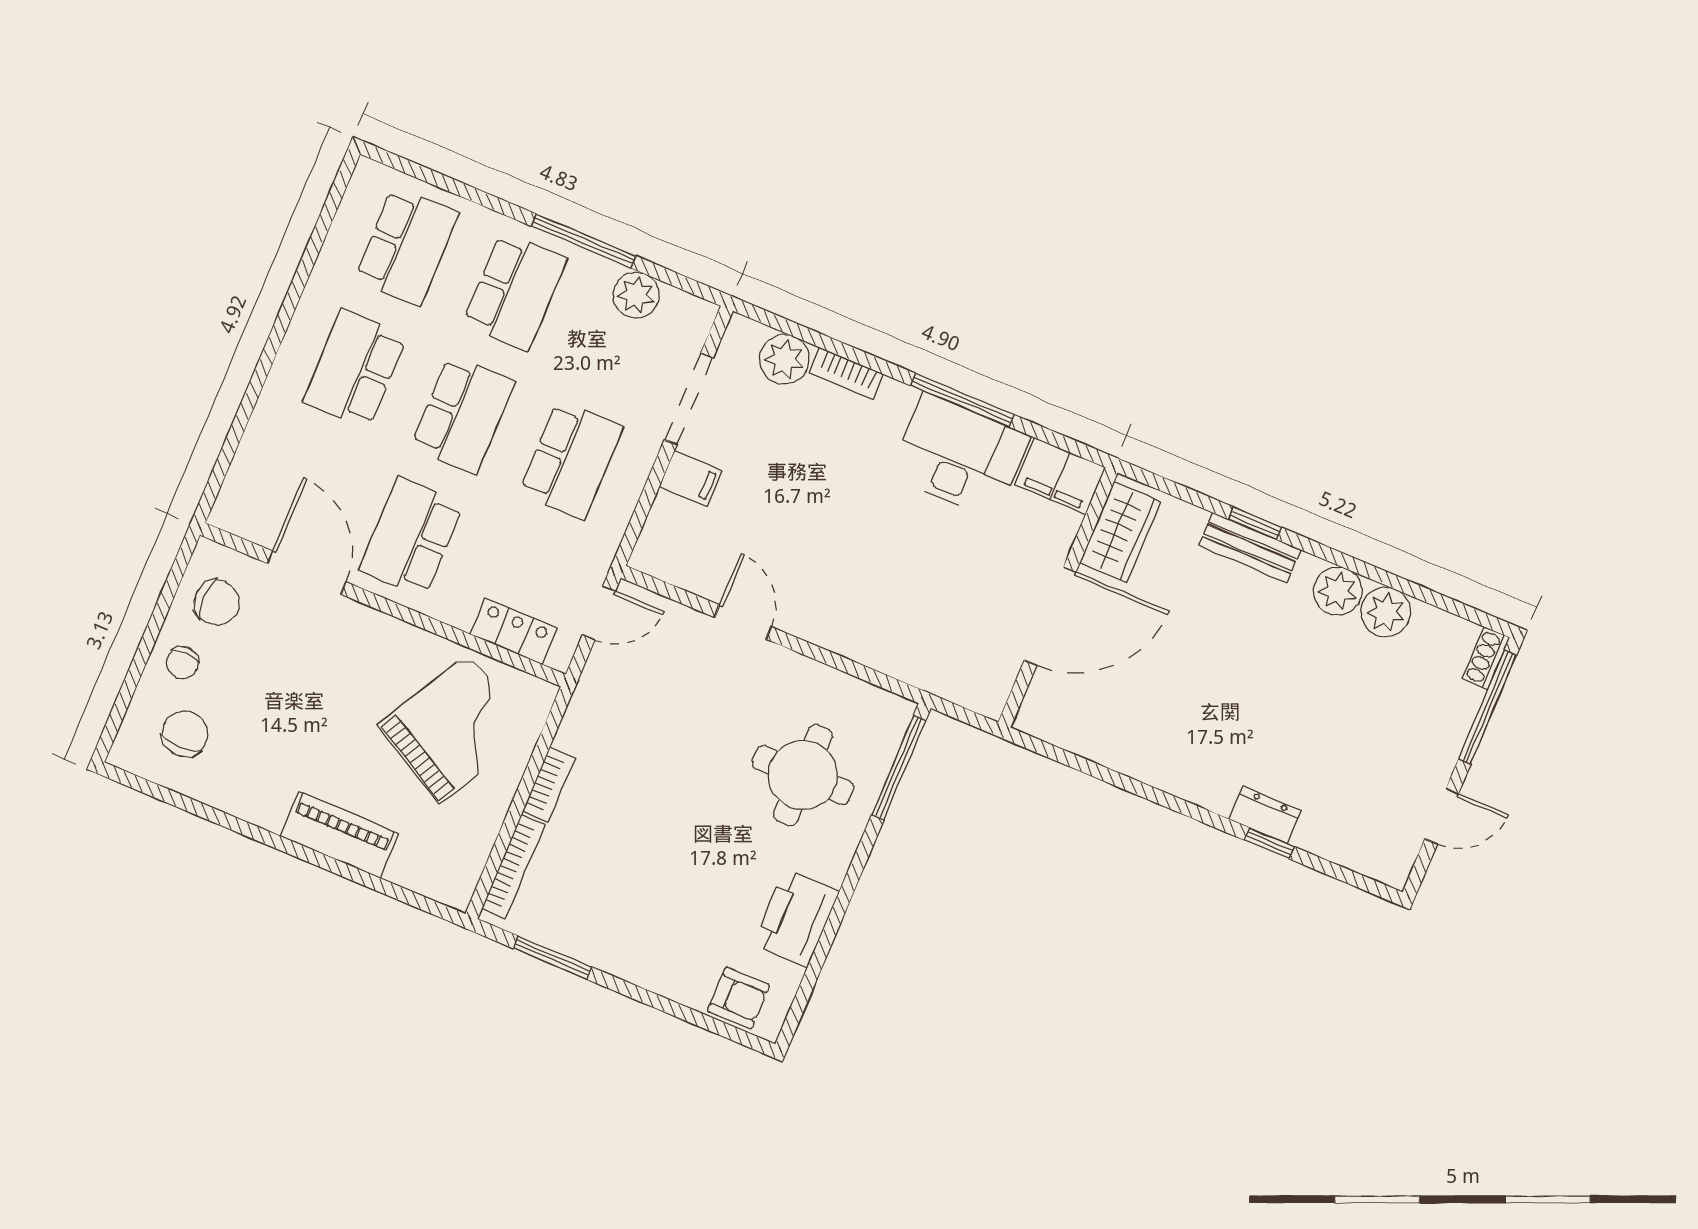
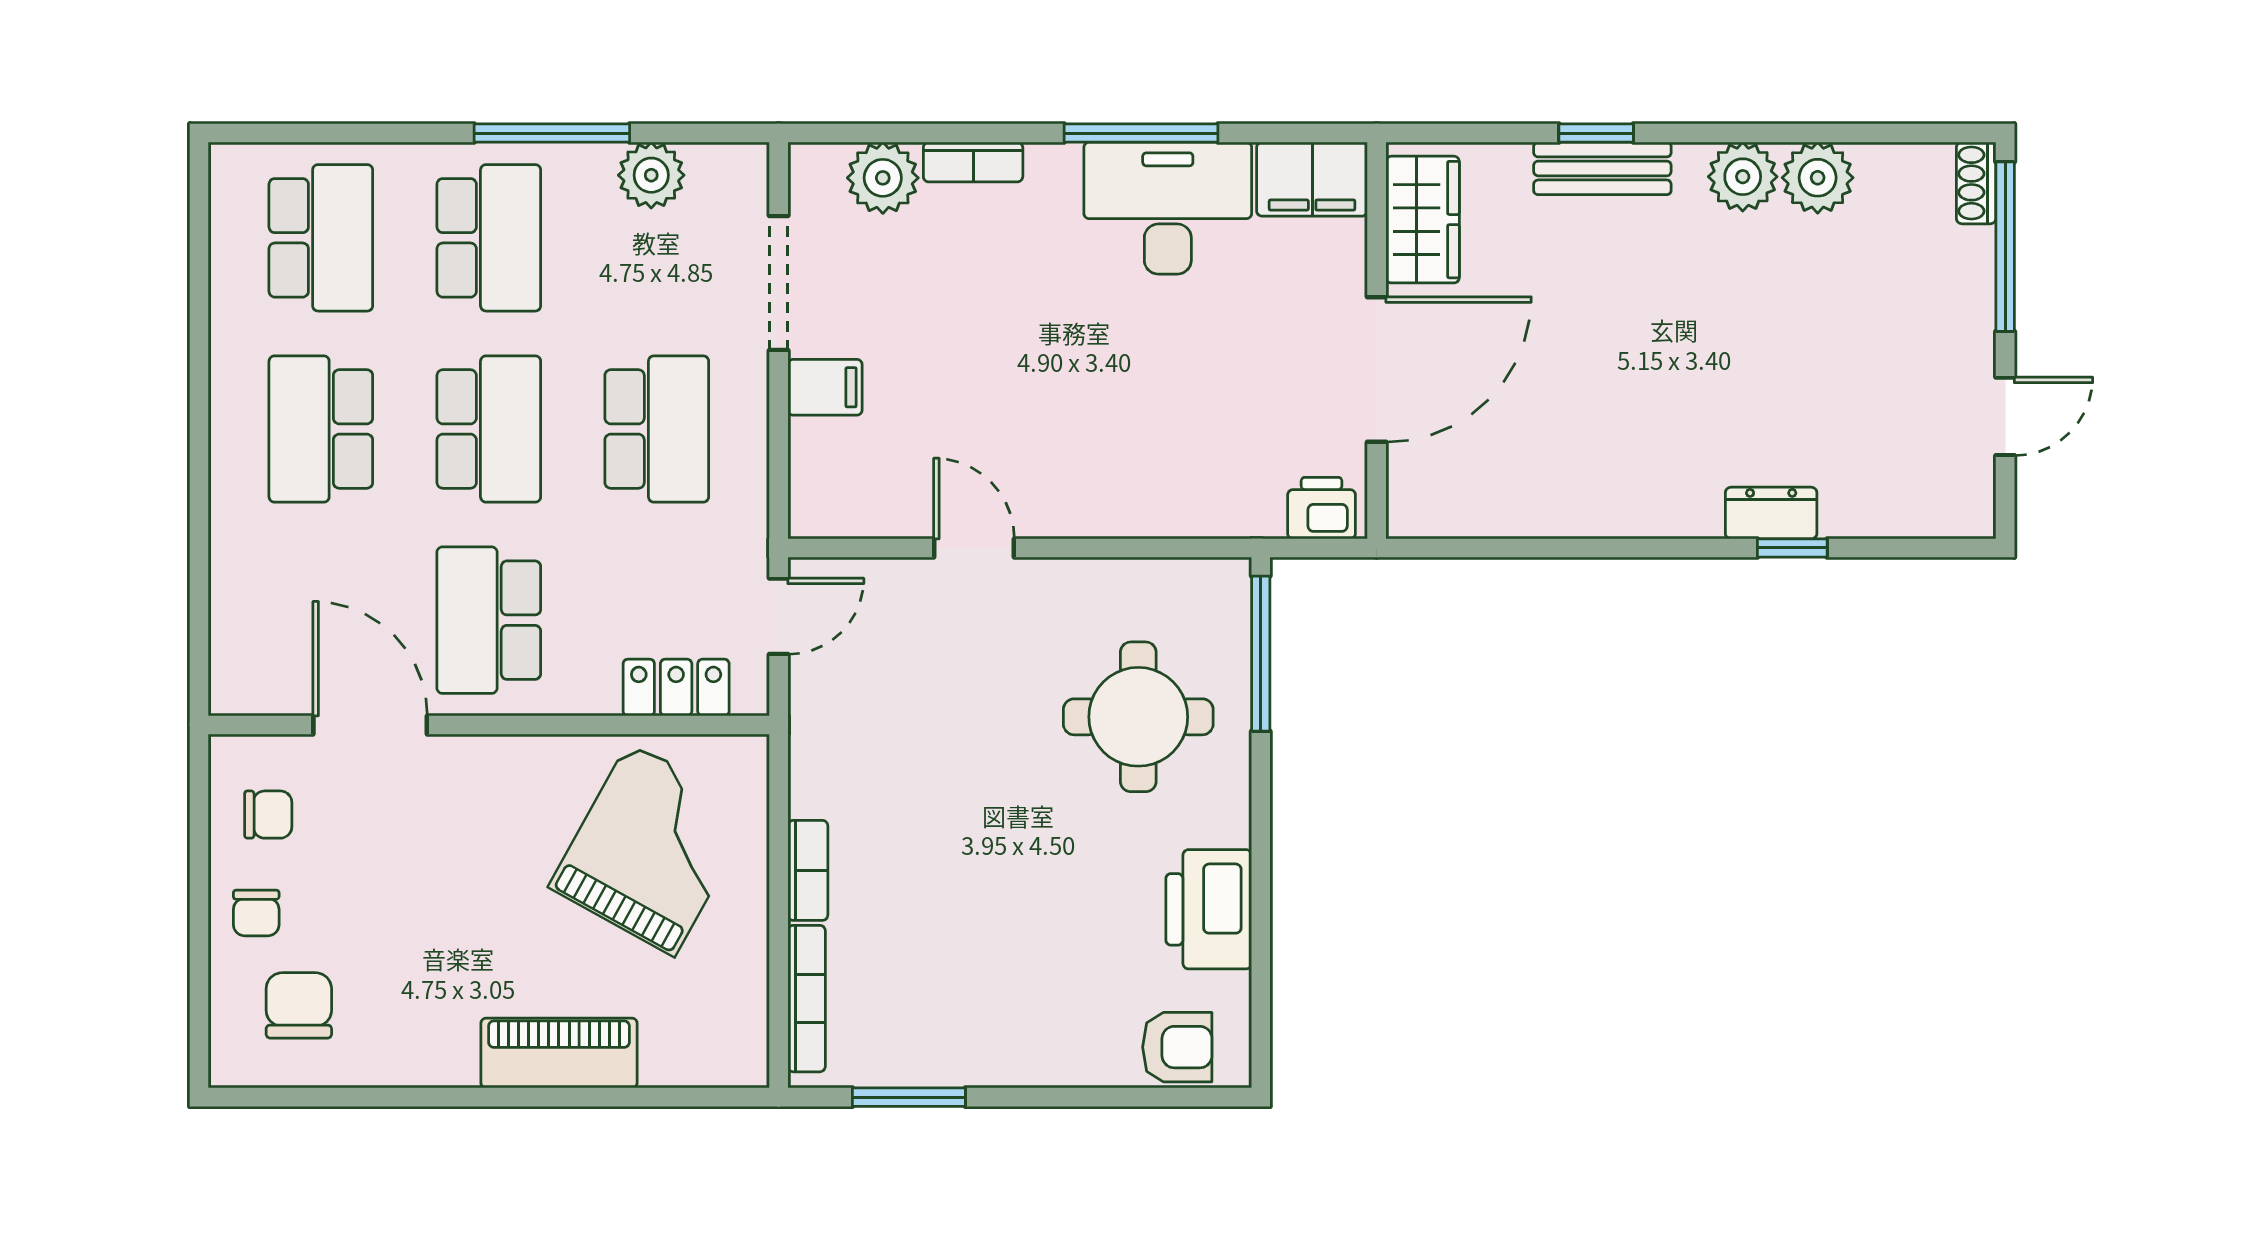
chair: (217, 603) -> (268, 815), width x0.73, depth x0.73
printer: (977, 690) -> (1322, 508), added

